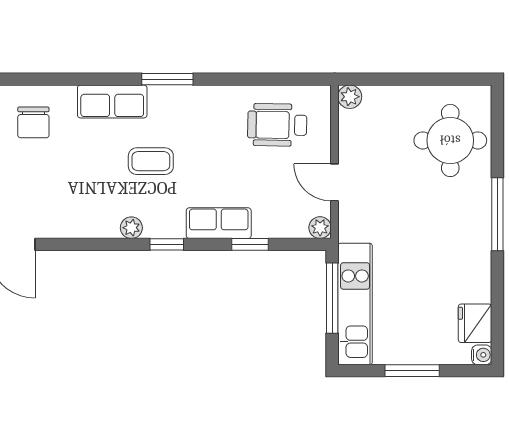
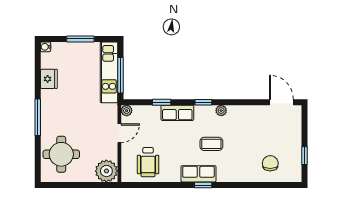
window: (167, 79) -> (203, 185), width x0.67
plant: (350, 97) -> (106, 171), width x1.87, depth x1.87
row of seats: (112, 101) -> (198, 174), moved
wheelchair: (277, 125) -> (148, 162), turned 89
door: (334, 182) -> (119, 133), hinge flipped
fridge: (475, 323) -> (49, 79), moved

